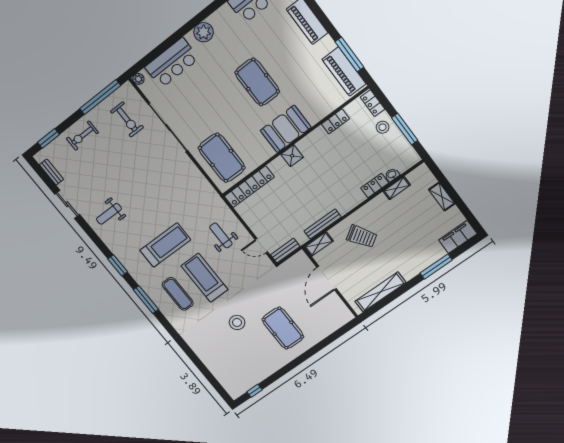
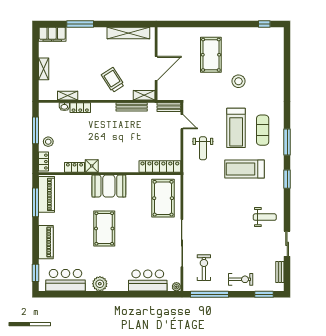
plant: (204, 32) -> (100, 284), moved
shower: (292, 156) -> (92, 166), moved

